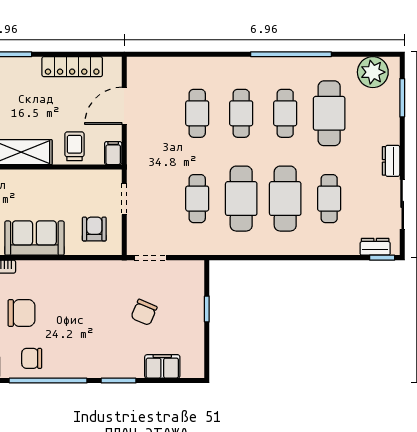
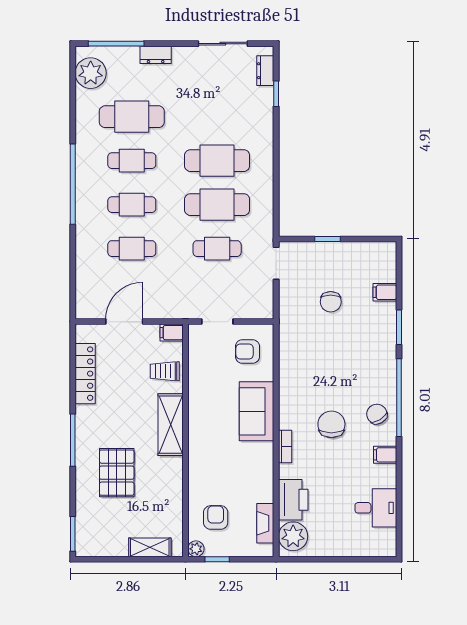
window: (291, 54) -> (73, 184), moved
window: (402, 98) -> (116, 44), width x1.44
door: (124, 106) -> (124, 322), swing flipped
dresser: (391, 161) -> (156, 55), moved
cafe table: (329, 199) -> (217, 117), removed
doorway: (150, 258) -> (276, 263), moved
window: (382, 258) -> (276, 94), moved
chair: (144, 312) -> (331, 302), turned 67
chair: (32, 358) -> (377, 414), turned 149
filing cabinet: (162, 366) -> (385, 292), width x0.50

